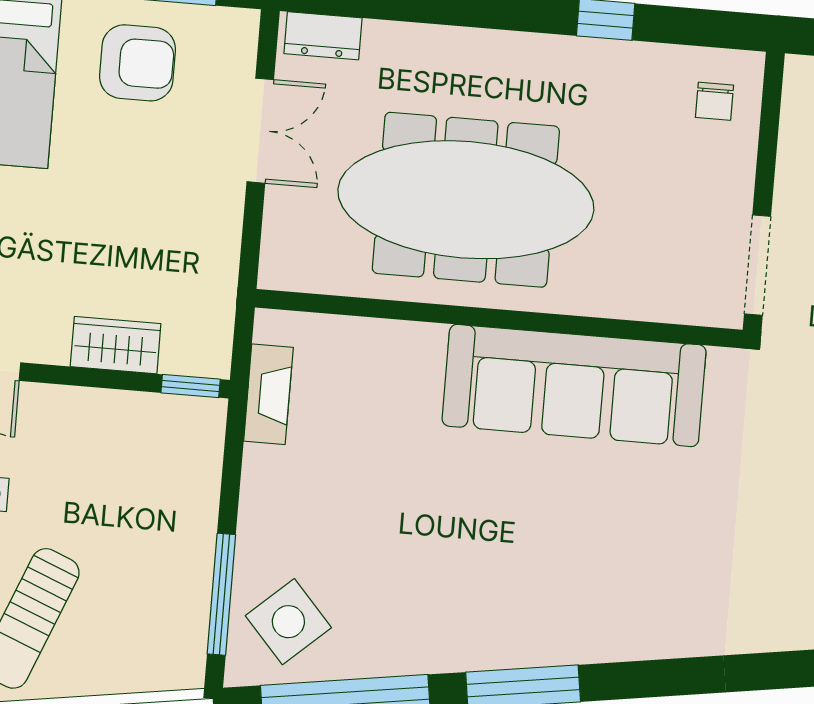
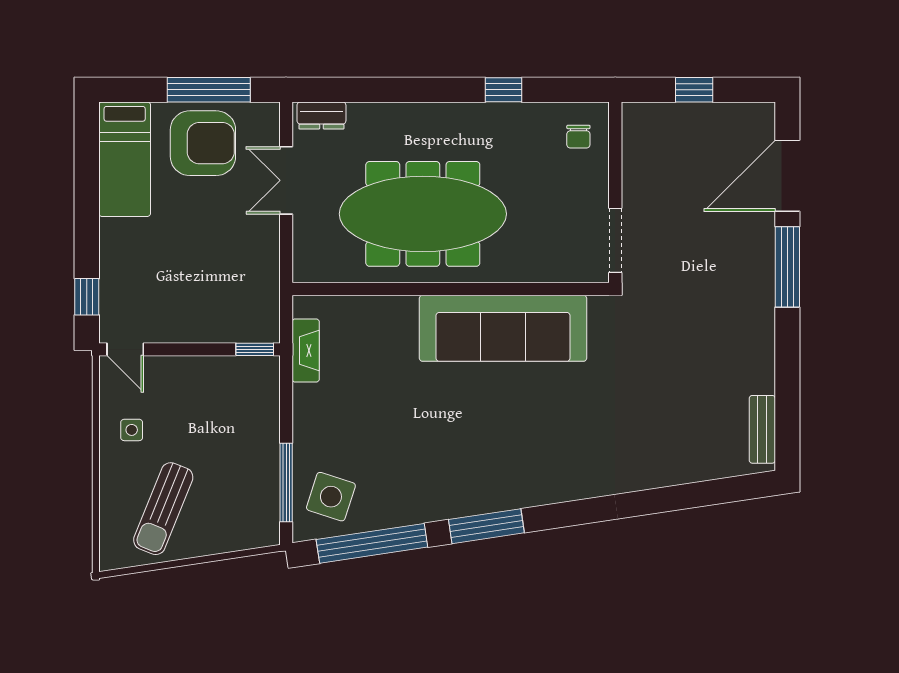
armchair: (138, 63) -> (203, 143), width x1.36, depth x1.36
double door: (260, 131) -> (286, 180), swing flipped
wardrobe: (116, 345) -> (204, 327), removed
side table: (288, 622) -> (331, 497), turned -30

